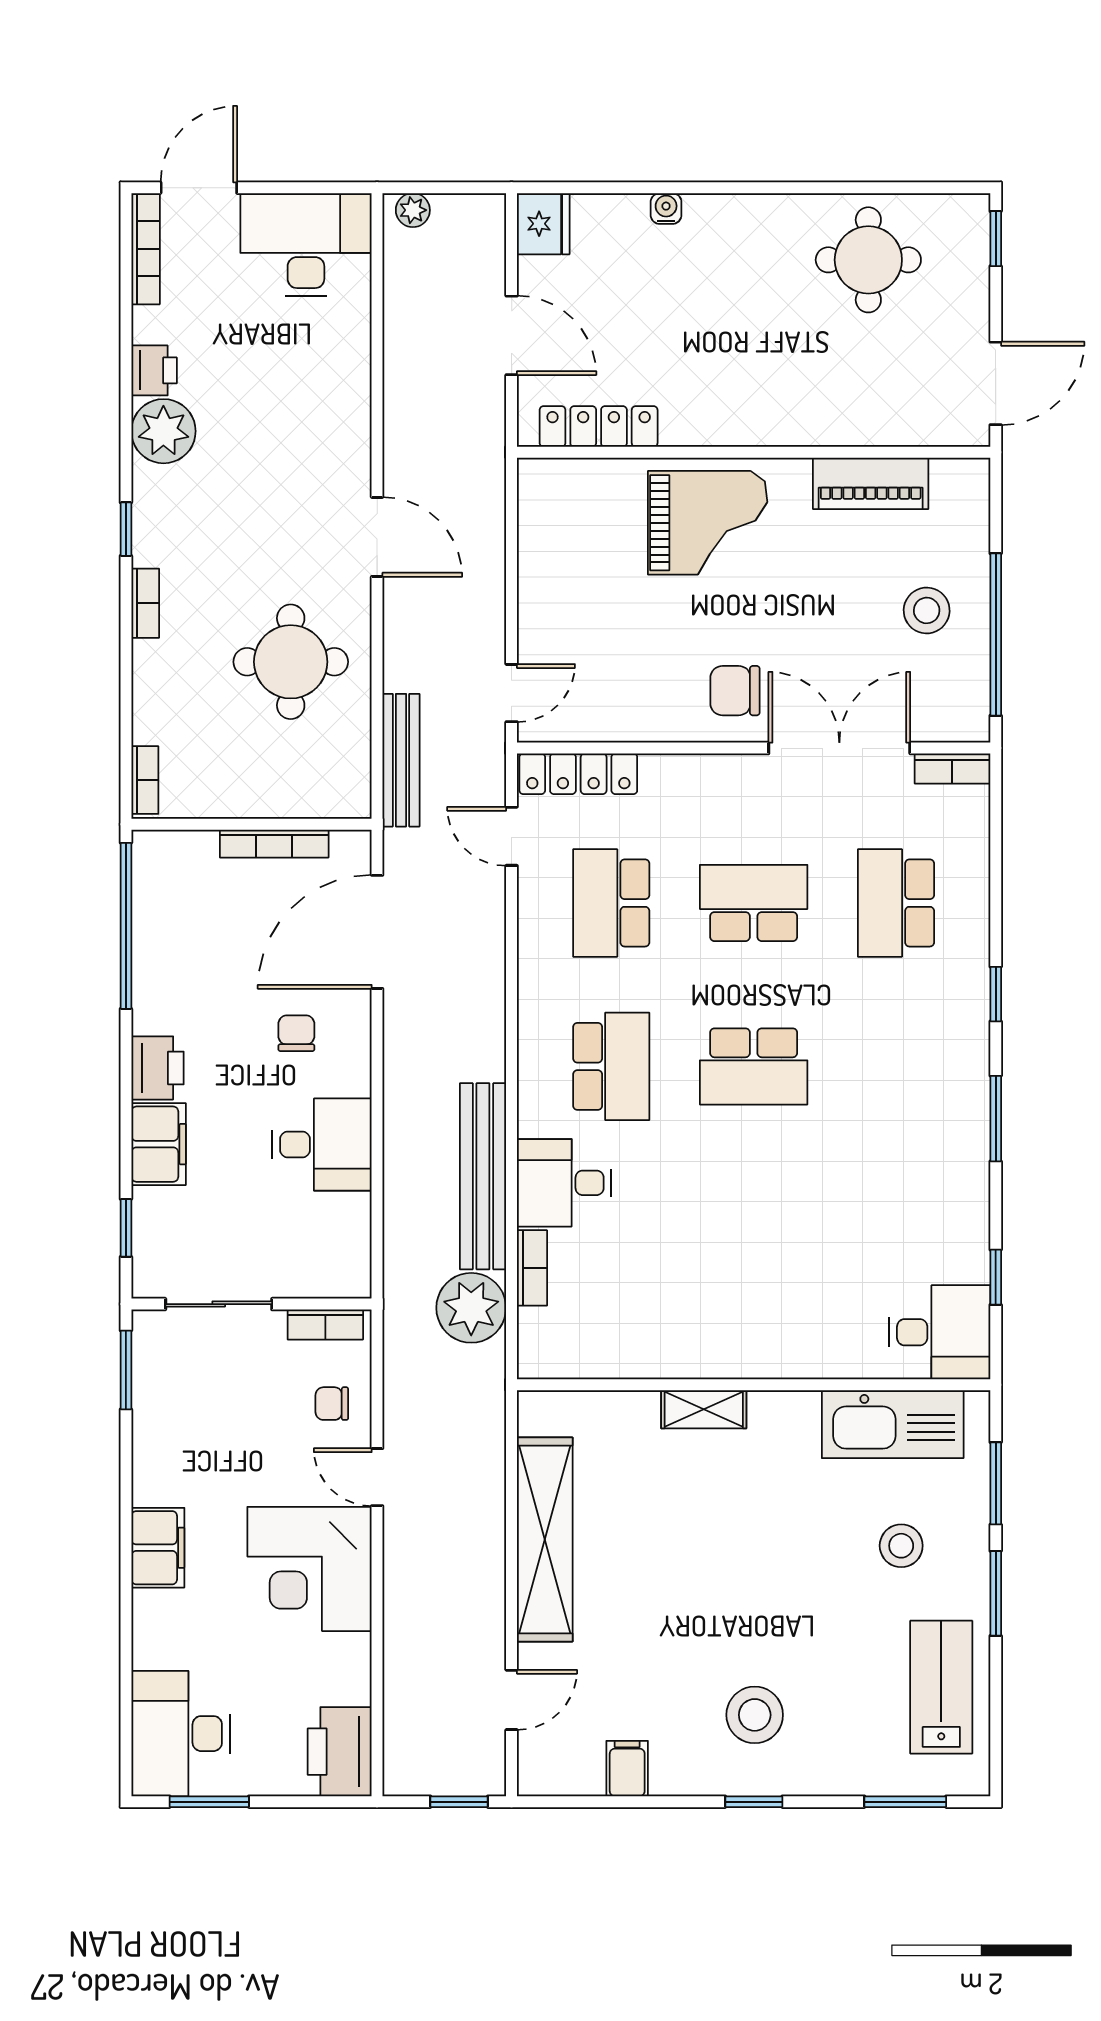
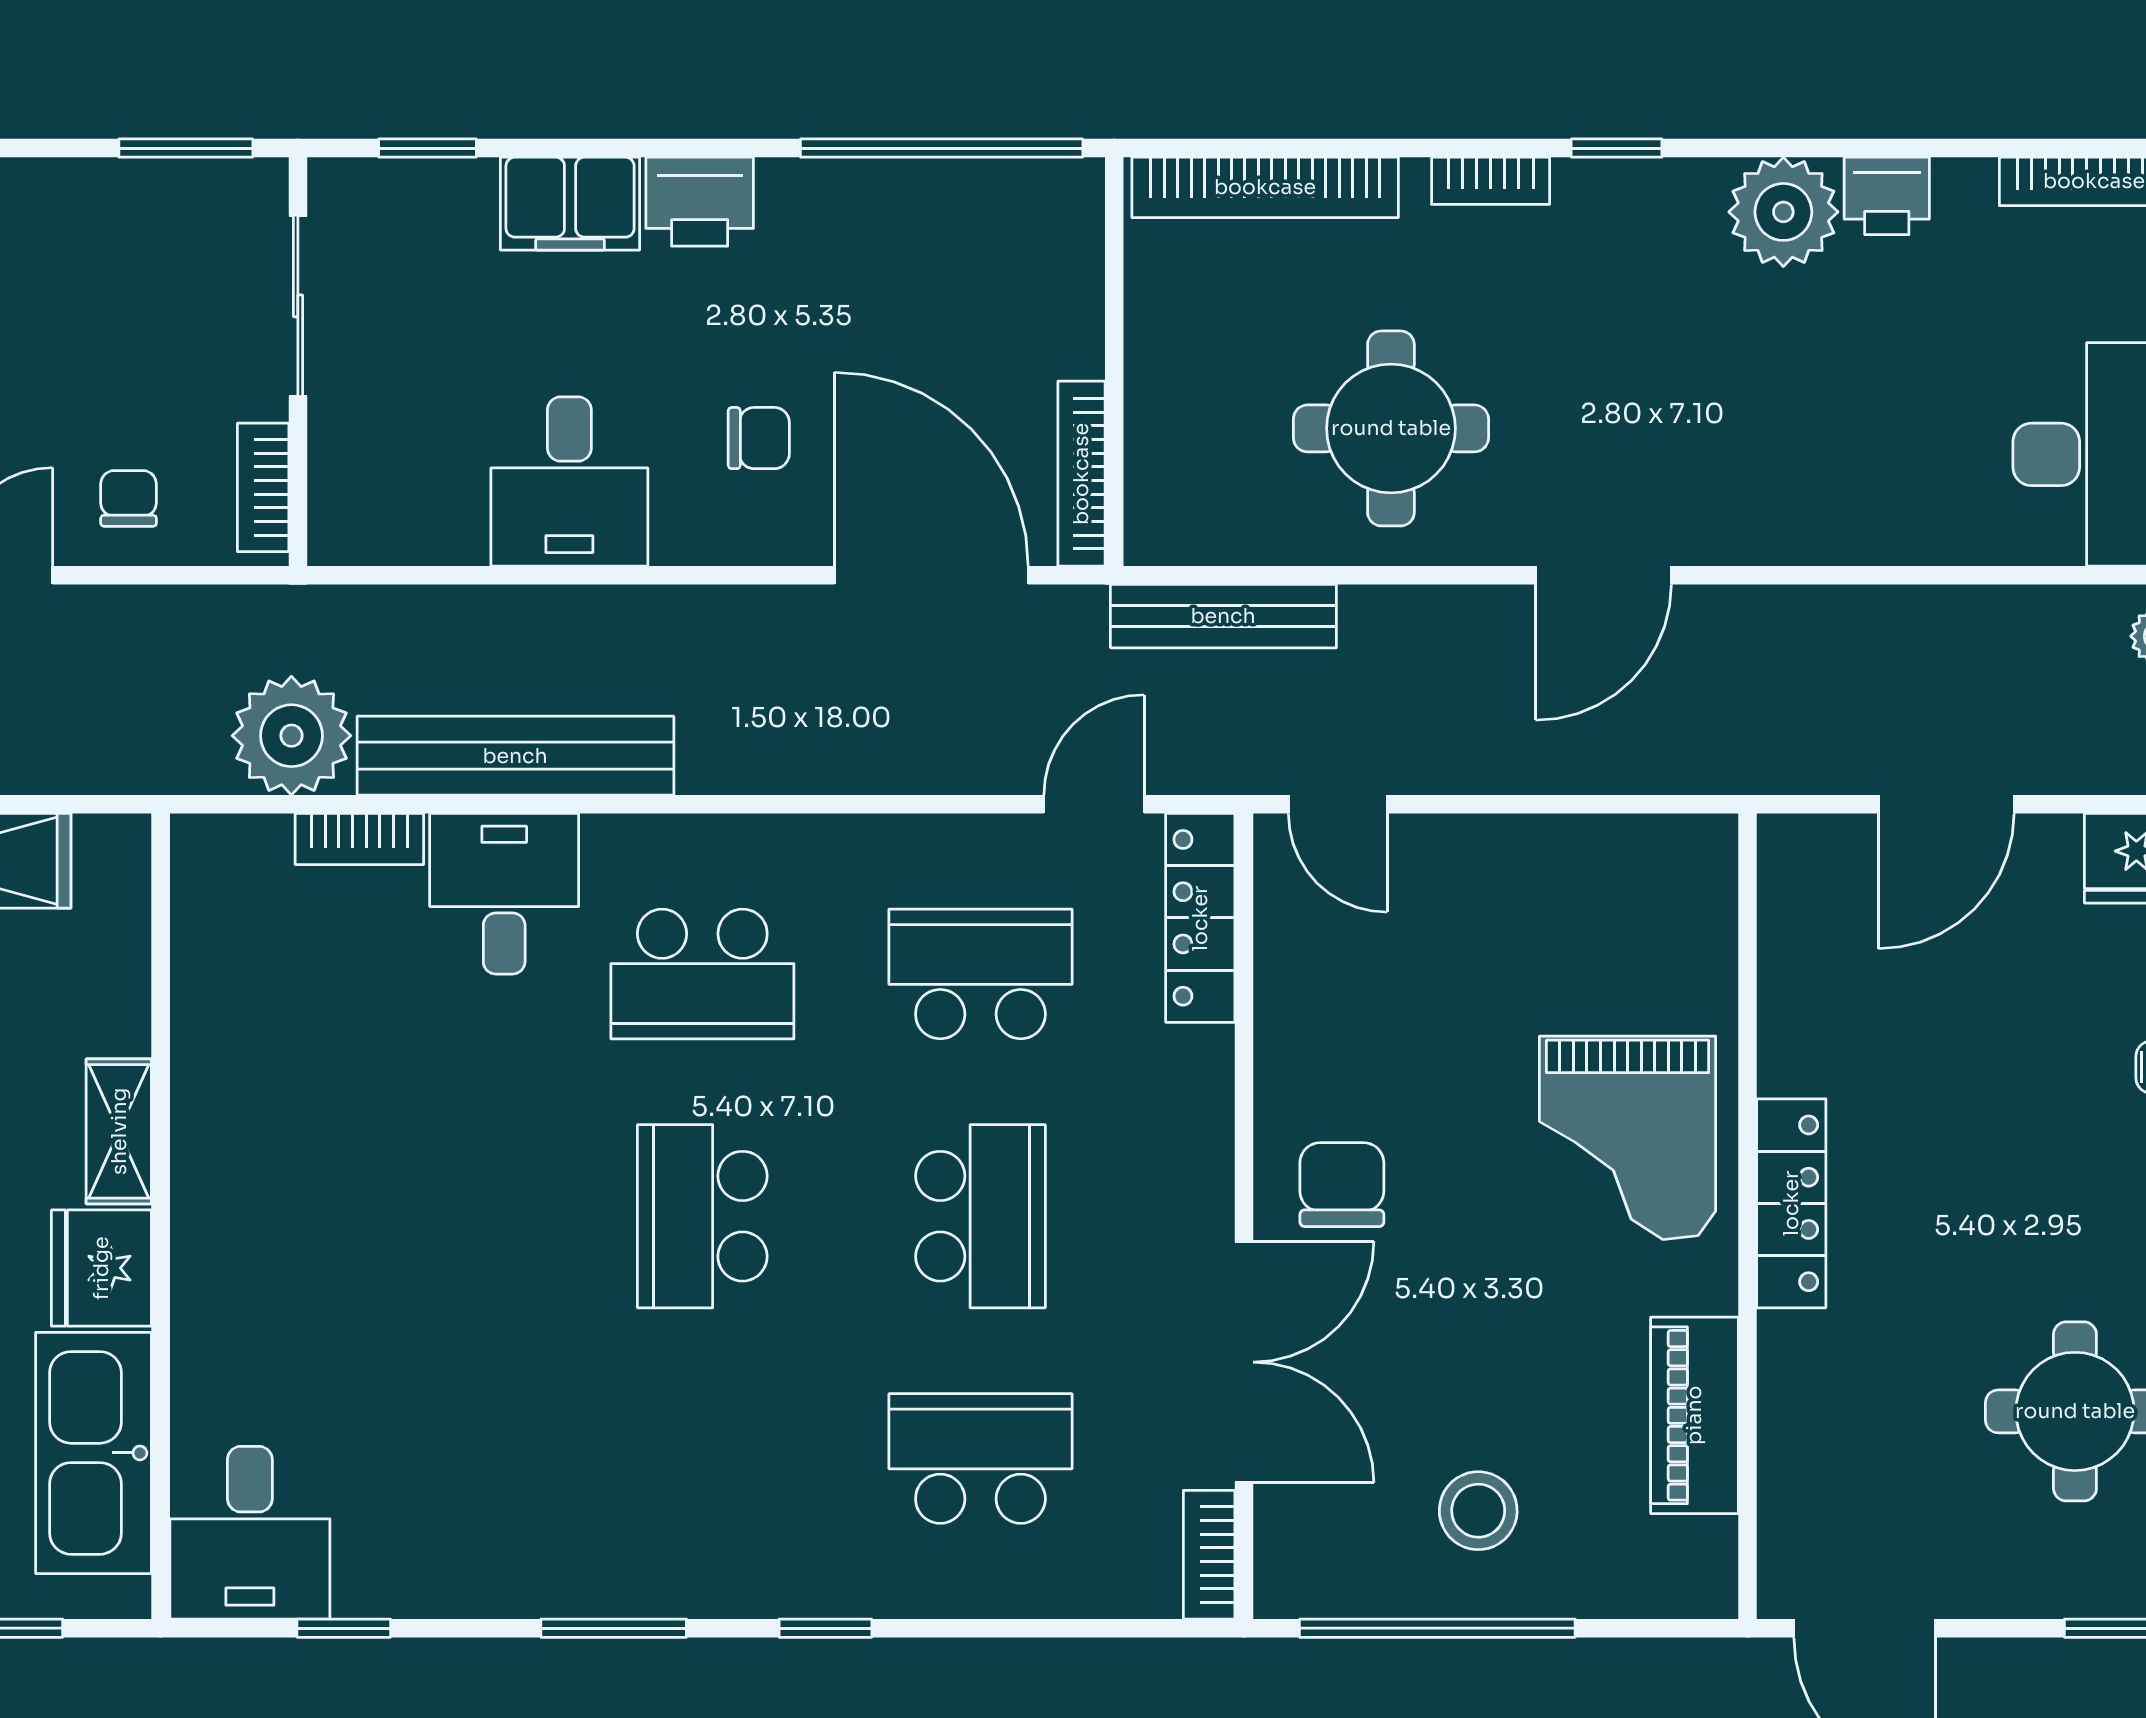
locker: (599, 426) -> (1791, 1203), moved
bookcase: (145, 780) -> (1265, 187), width x2.31, depth x1.31
bookcase: (274, 844) -> (1081, 474), moved
fridge: (784, 1419) -> (101, 1268), added

